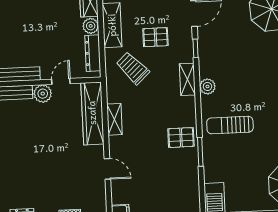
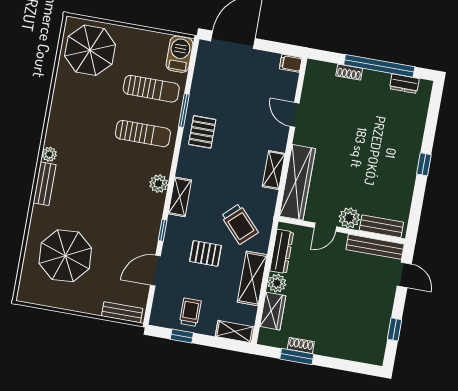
pallet: (181, 138) -> (202, 132), turned 90
sun lounger: (231, 164) -> (151, 89), added

